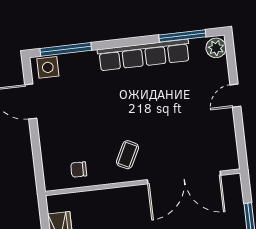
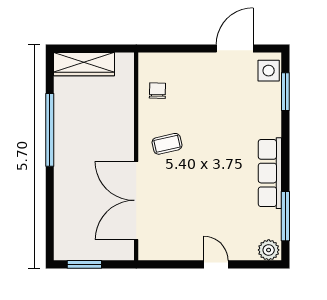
window: (66, 49) -> (285, 92), width x0.69
row of seats: (144, 55) -> (270, 173), width x0.73
coffee table: (127, 155) -> (167, 144), turned -40

